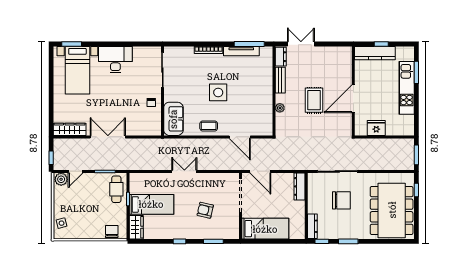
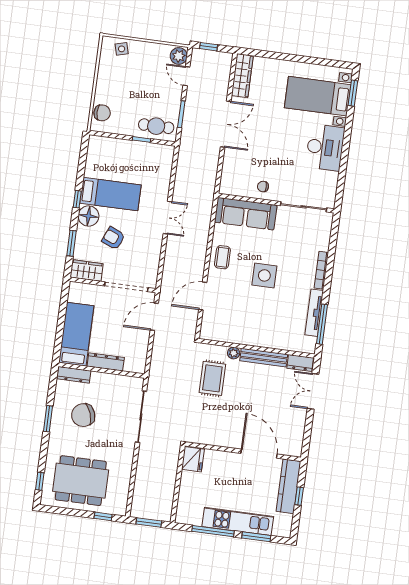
double door: (301, 44) -> (313, 391), swing flipped
bench: (280, 80) -> (264, 358), width x1.36
door: (353, 99) -> (259, 454), moved
rug: (314, 100) -> (212, 378), moved, turned 90
window: (416, 105) -> (213, 531), added
sofa: (173, 119) -> (246, 214), width x1.36
fridge: (376, 128) -> (193, 459), moved
dresser: (299, 186) -> (106, 362), moved
chair: (341, 200) -> (83, 415), moved, turned 71
bed: (151, 204) -> (110, 194), moved, turned -90
armchair: (205, 210) -> (113, 238), turned -80
dining table: (392, 210) -> (81, 481), width x0.73, depth x0.80
wardrobe: (136, 227) -> (87, 270), moved, turned 180
bed: (265, 229) -> (76, 334), moved, turned 180
floor lamp: (191, 231) -> (89, 216), added
window: (322, 241) -> (40, 481), moved

